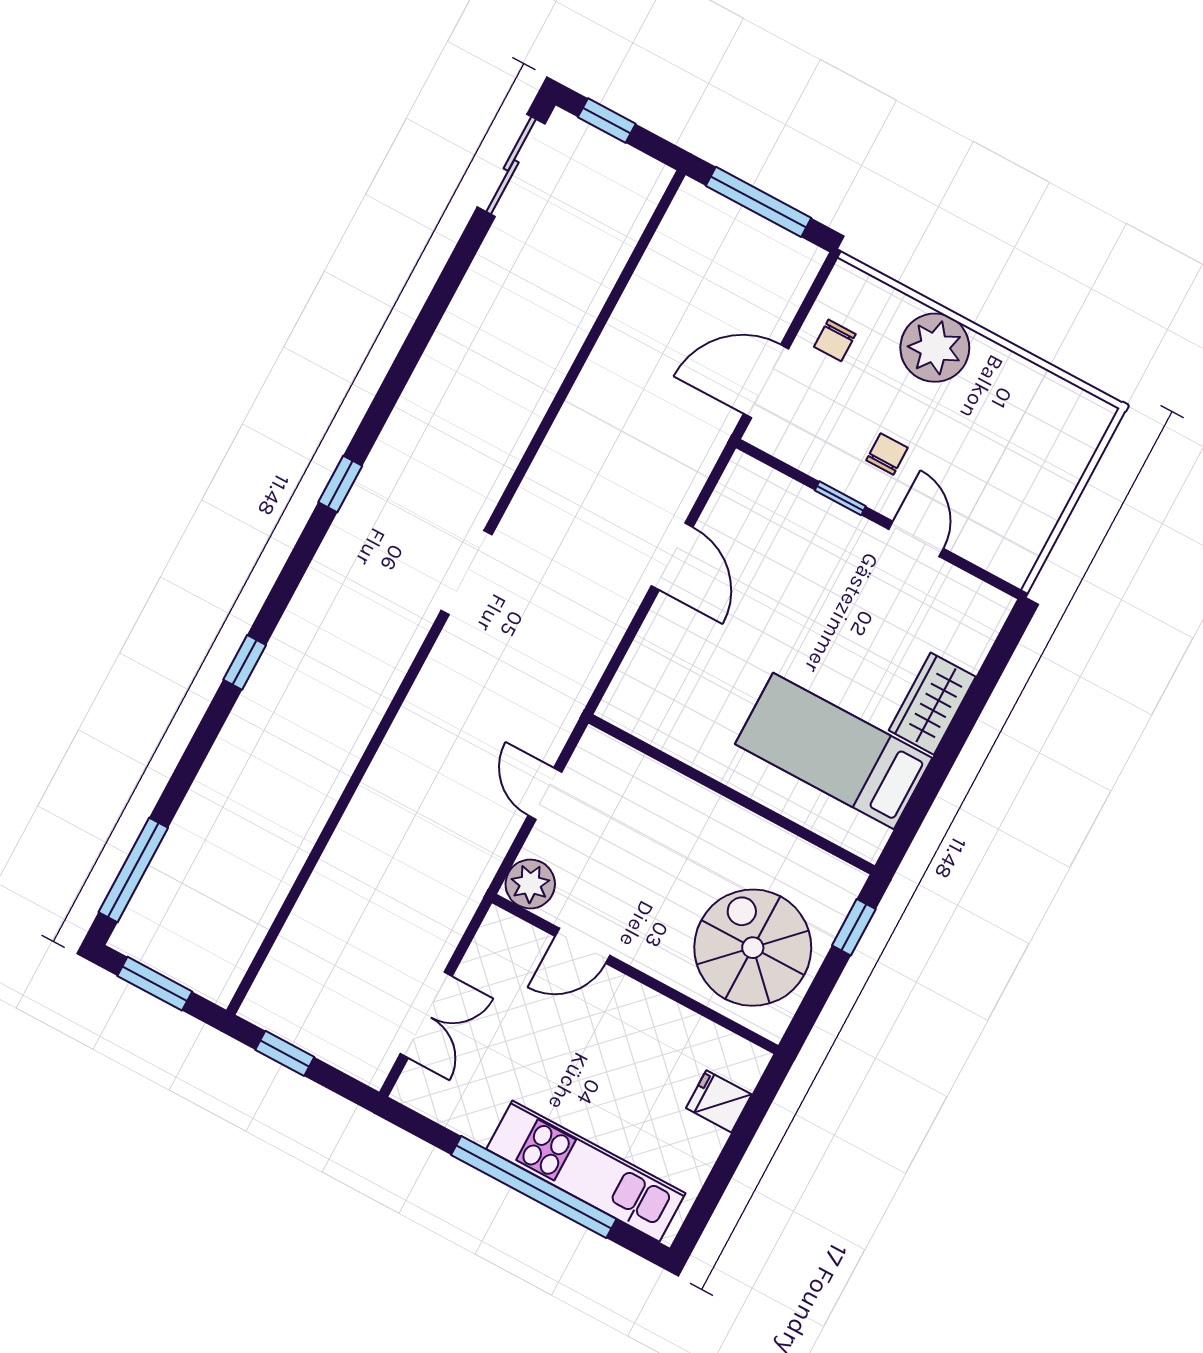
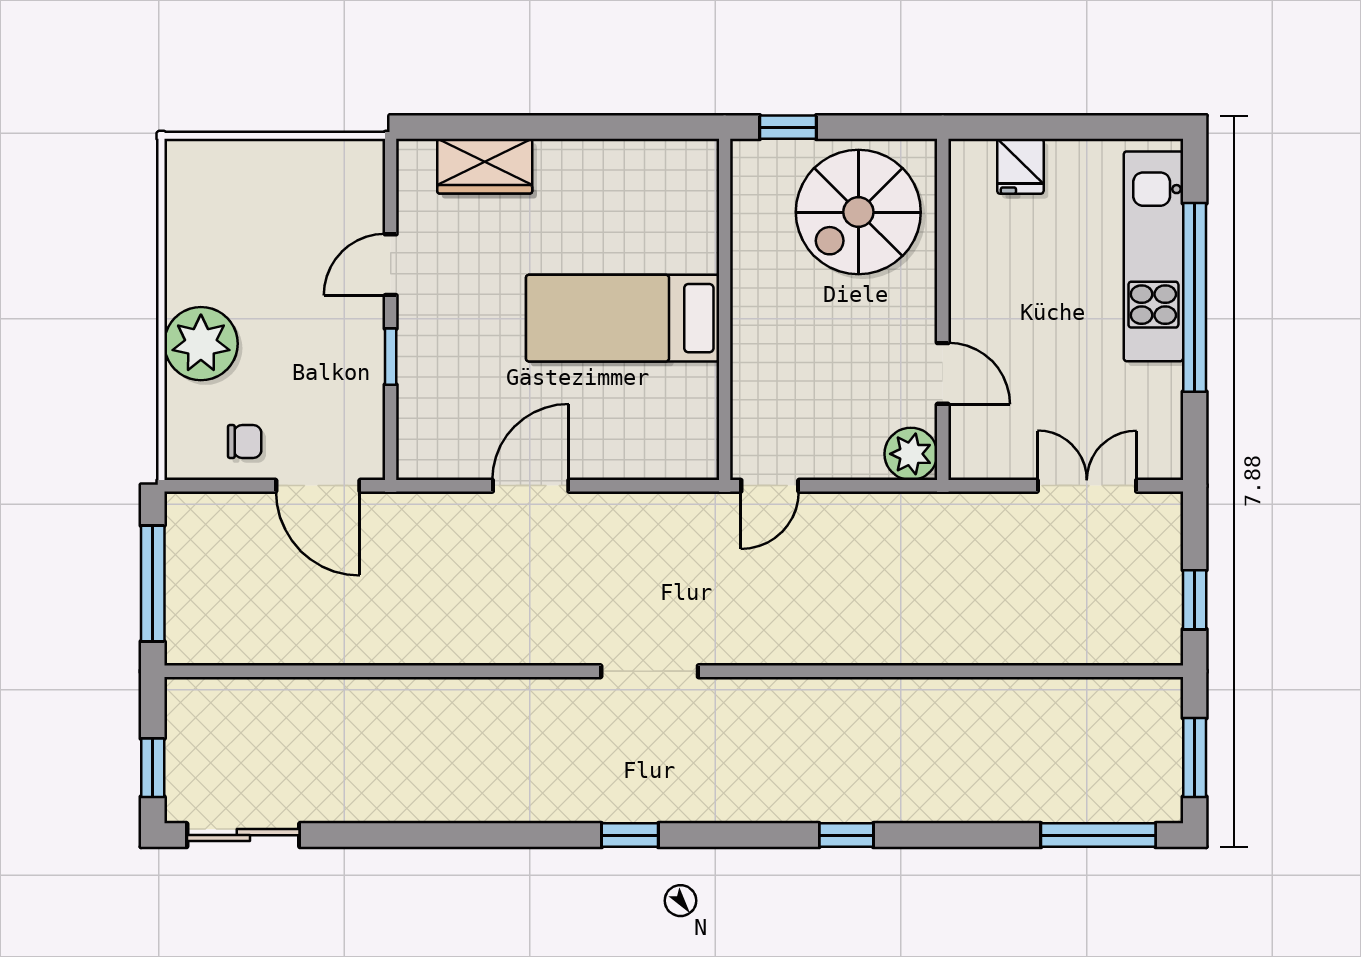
chair: (887, 454) -> (325, 335), removed
wardrobe: (932, 704) -> (485, 166), moved
bed: (834, 751) -> (623, 318), moved, turned 90
door: (545, 794) -> (770, 486), moved

